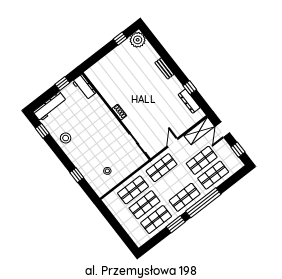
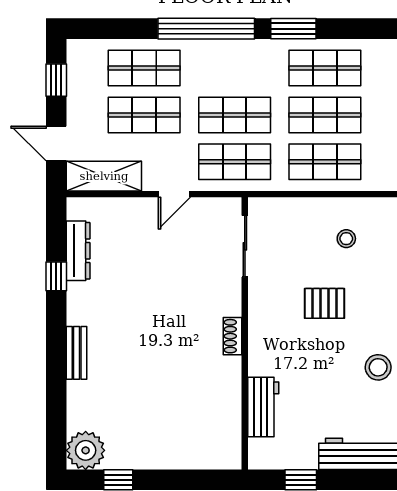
workbench: (84, 87) -> (263, 407), moved
door: (222, 130) -> (56, 144), swing flipped
pallet: (98, 145) -> (324, 303), added
shop shelf: (185, 197) -> (235, 115), moved

